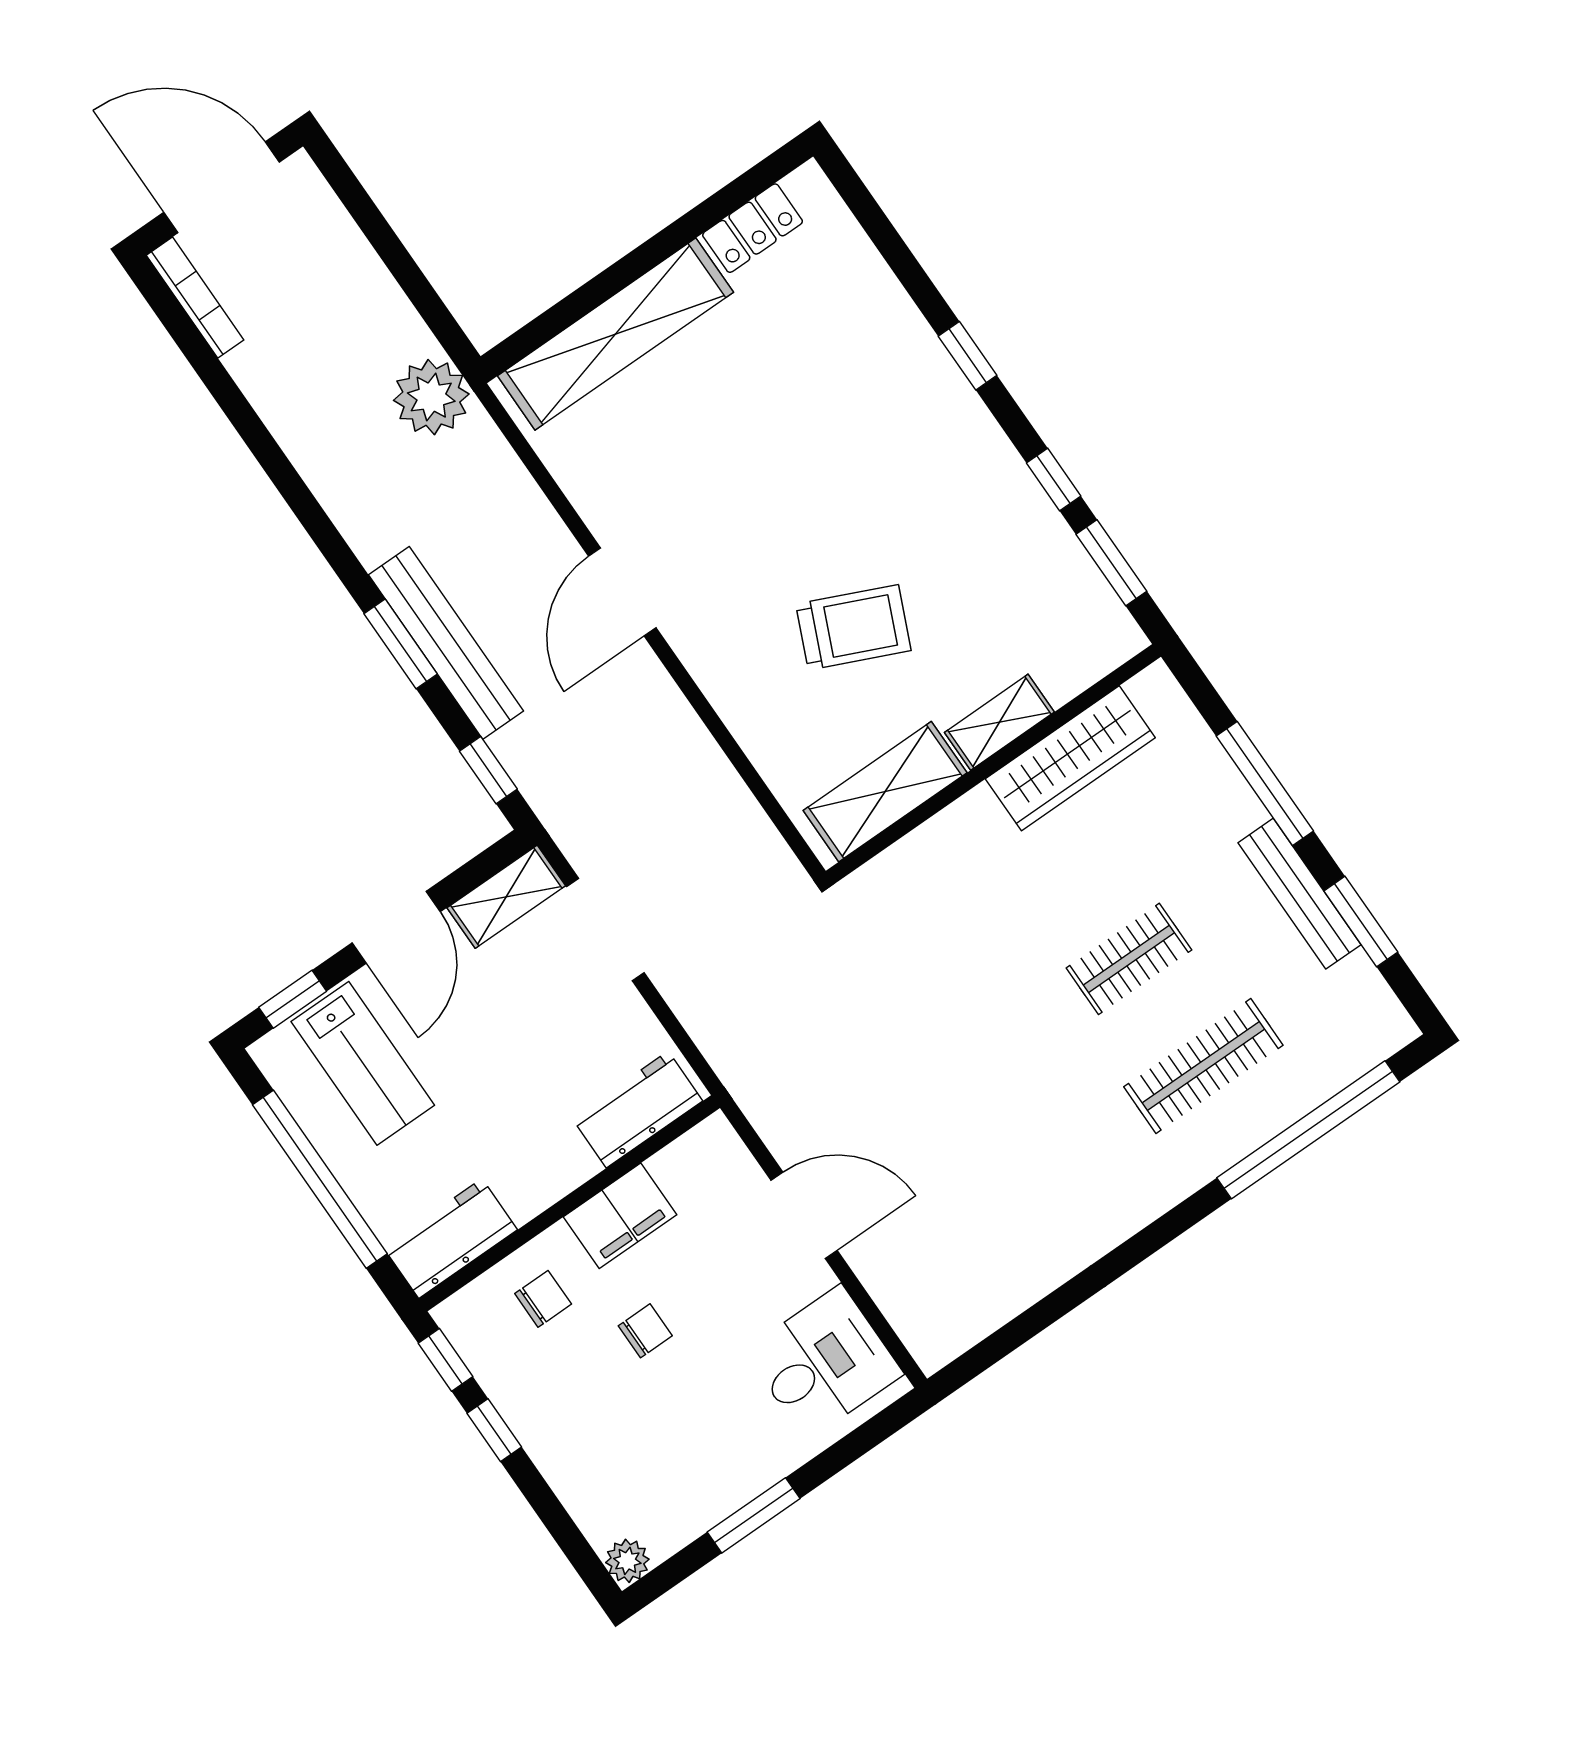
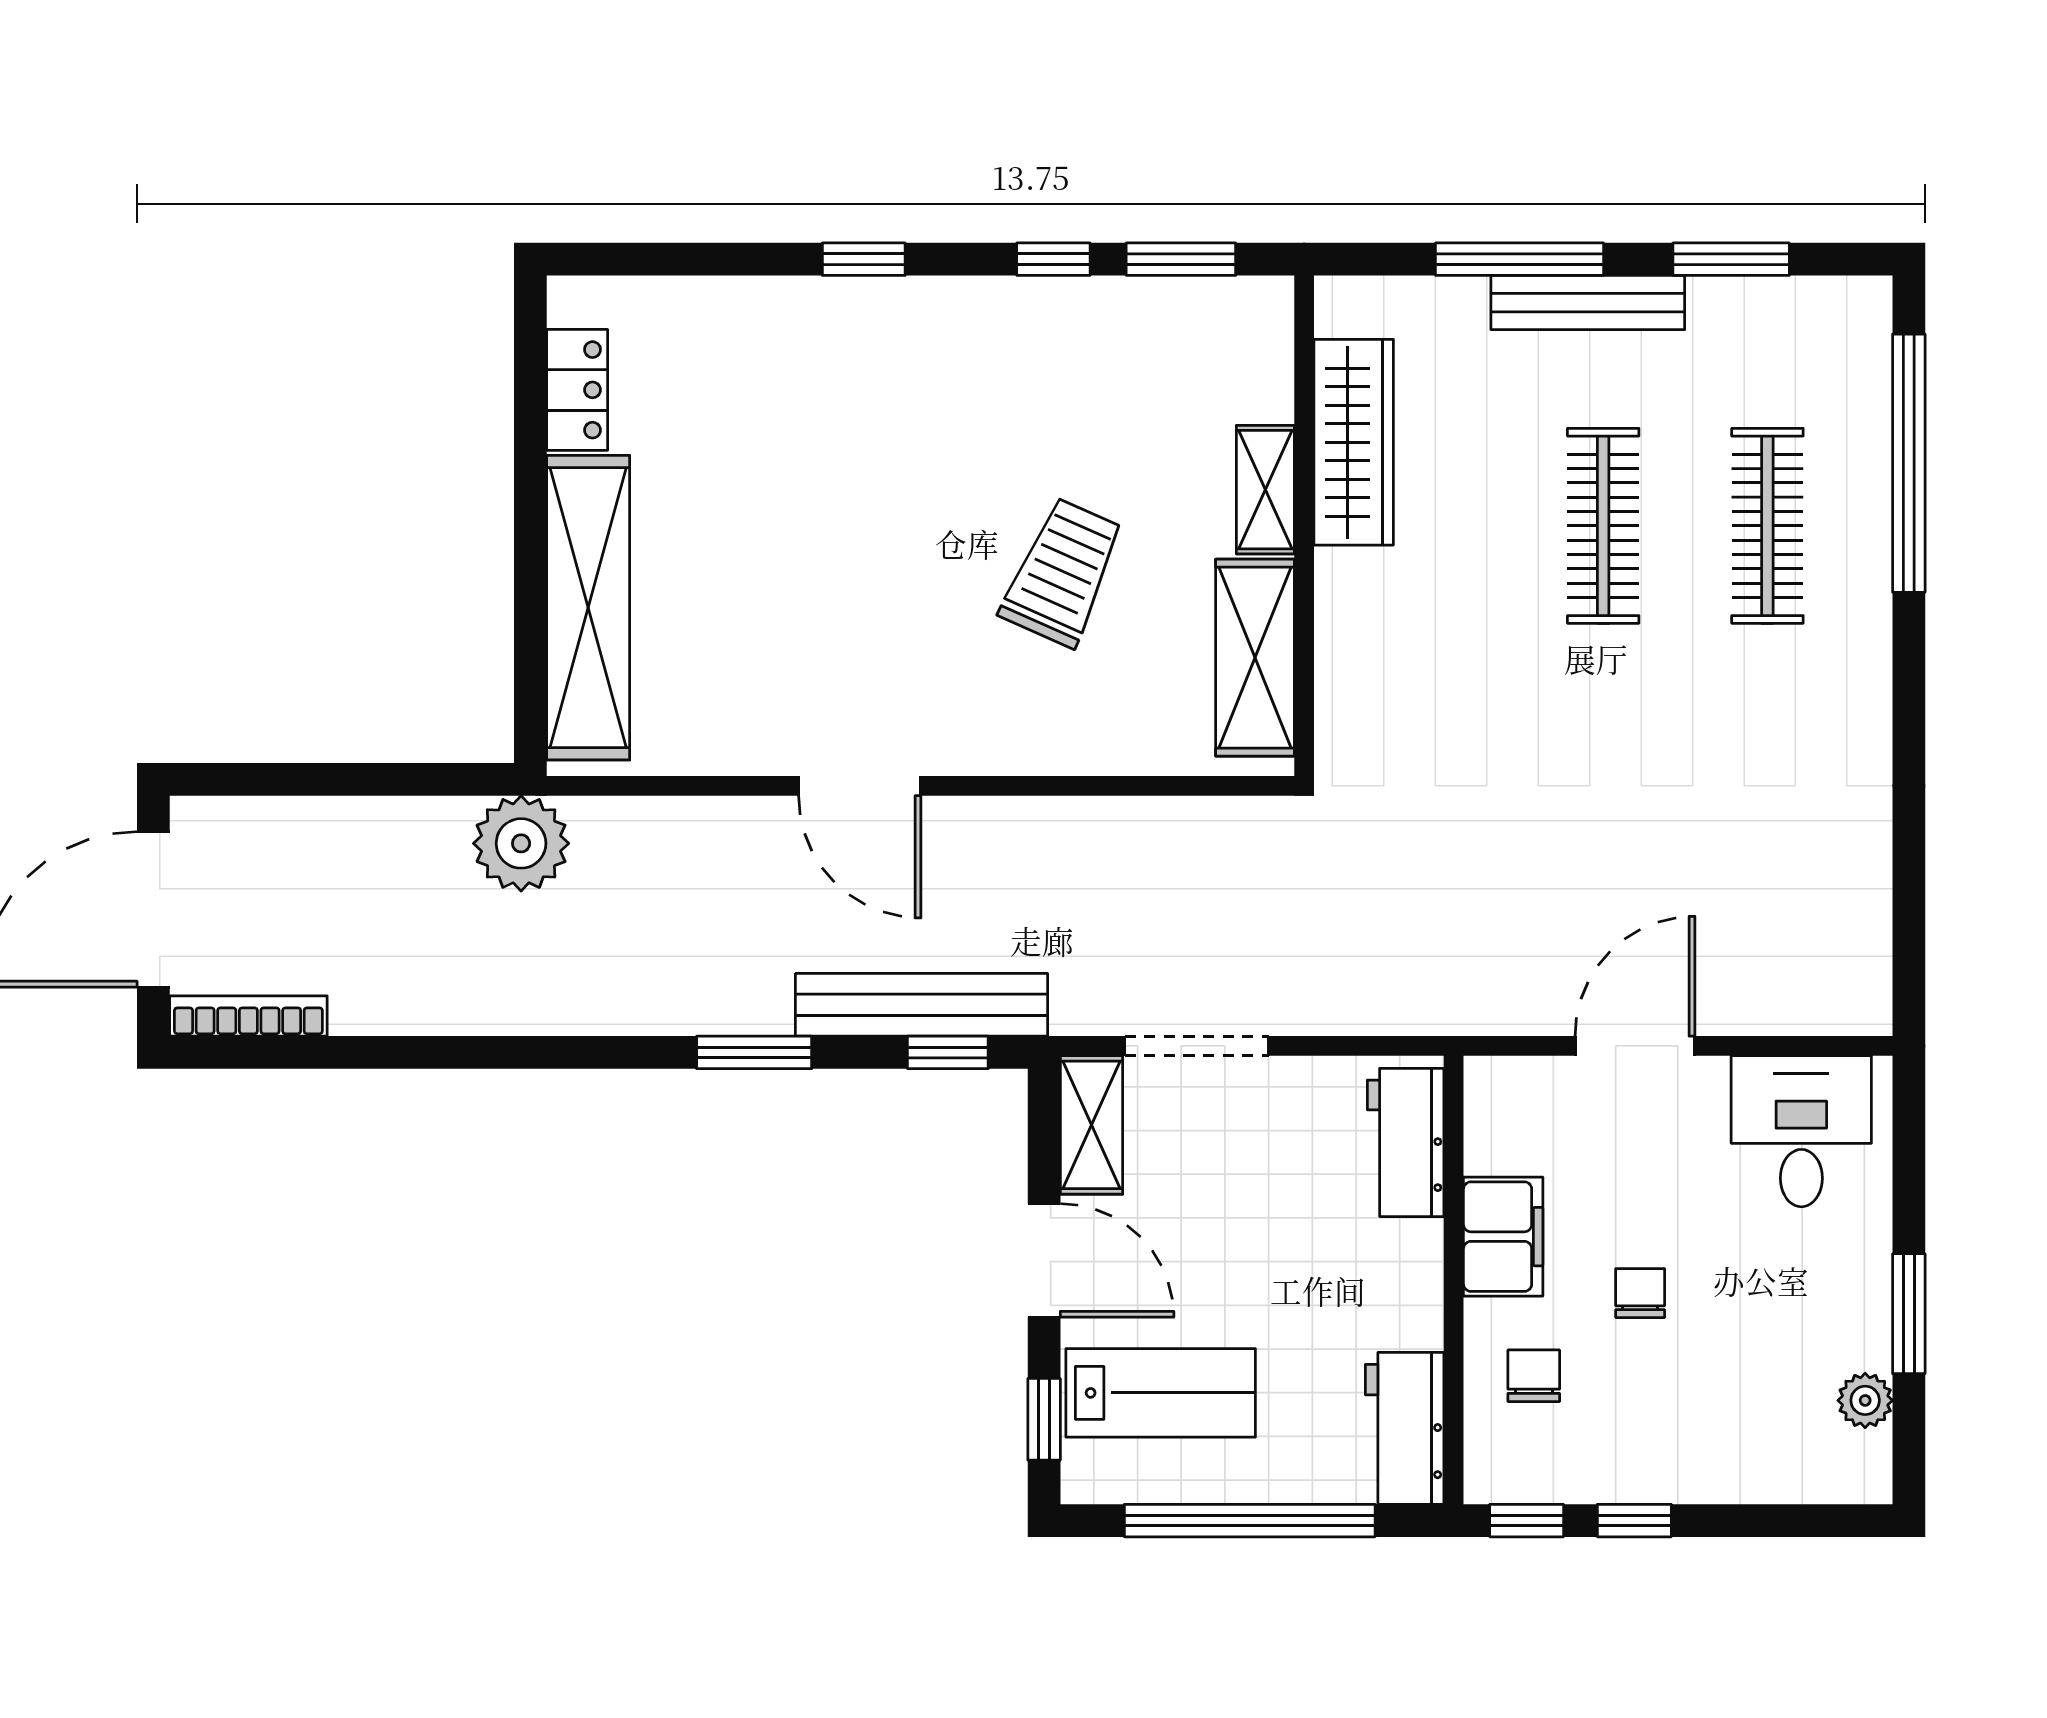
bench: (446, 643) -> (922, 1005), moved
bench: (1300, 894) -> (1588, 303), moved
clothes rail: (1129, 959) -> (1603, 526), width x1.36
plant: (627, 1561) -> (1865, 1400), moved

